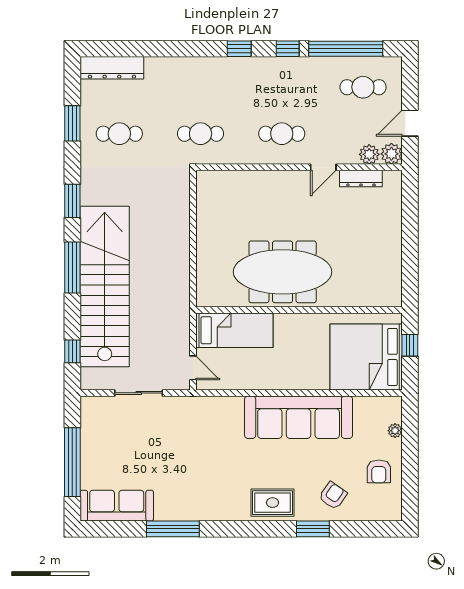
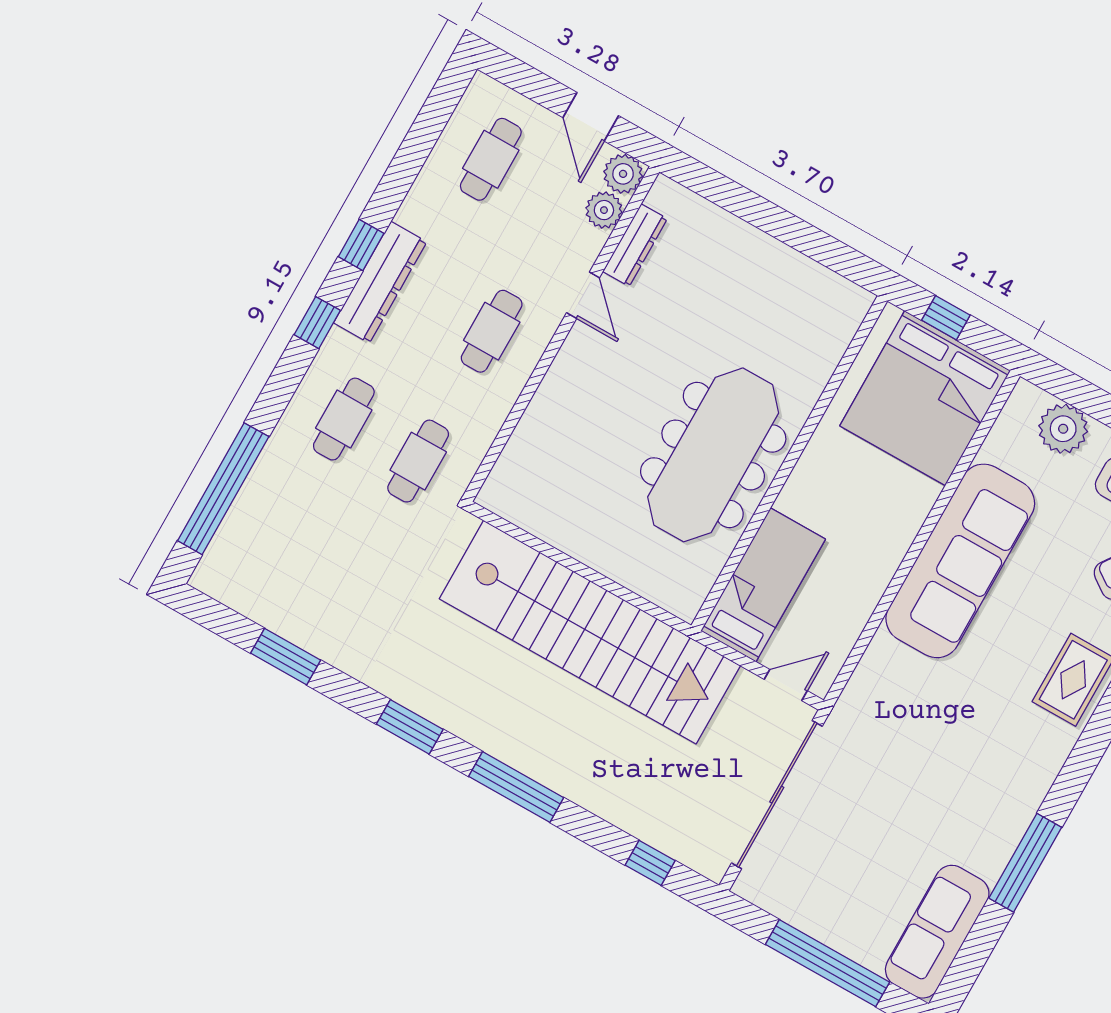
window: (346, 49) -> (223, 489), moved
dresser: (112, 68) -> (380, 282), moved
cafe table: (119, 134) -> (344, 419), moved
stairs: (105, 286) -> (590, 632), moved, turned 180
sliding door: (139, 393) -> (777, 795), width x1.86
plant: (395, 431) -> (1063, 429), width x1.88, depth x1.88

